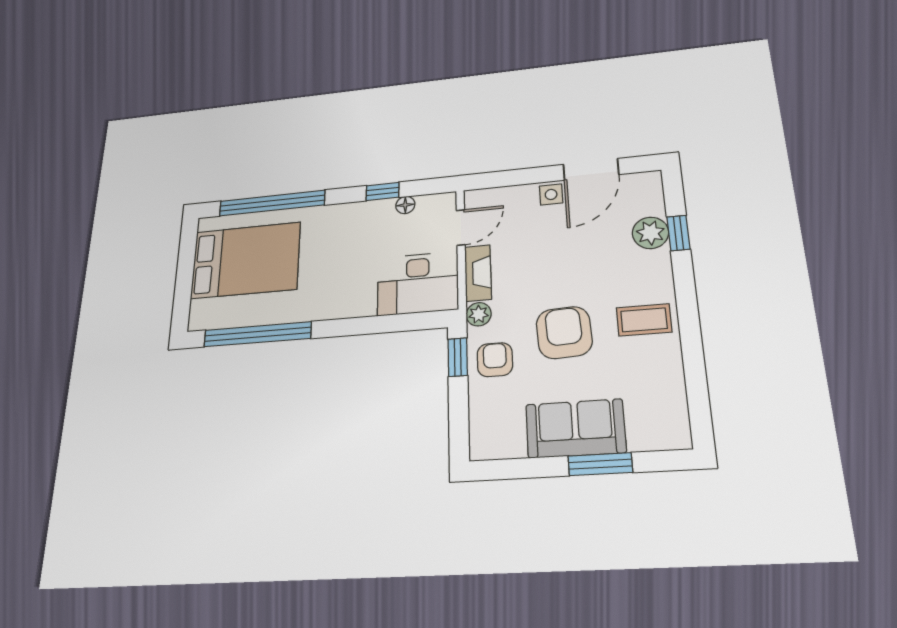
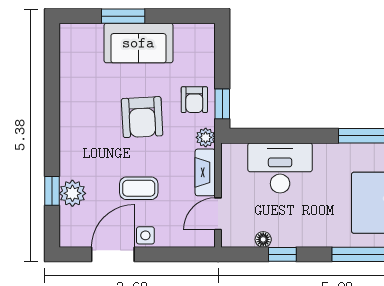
desk: (418, 283) -> (280, 168), moved
coffee table: (644, 320) -> (139, 188), moved

